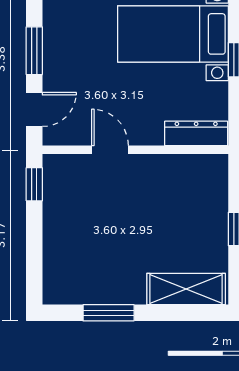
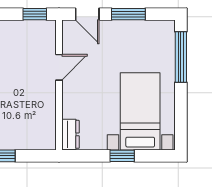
dresser: (196, 133) -> (70, 134), width x0.70

